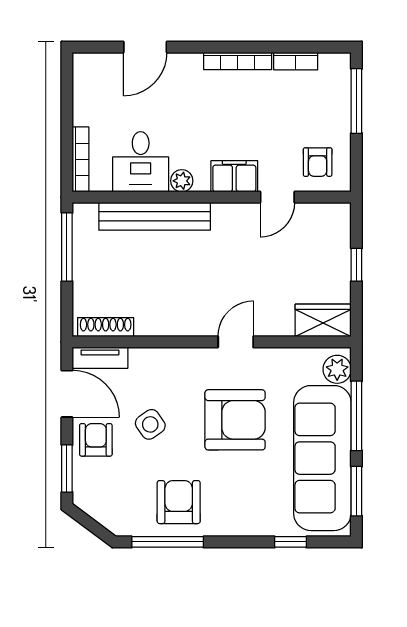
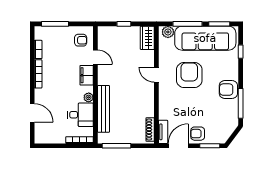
side table: (150, 424) -> (191, 111), removed
armchair: (179, 502) -> (228, 90), moved

